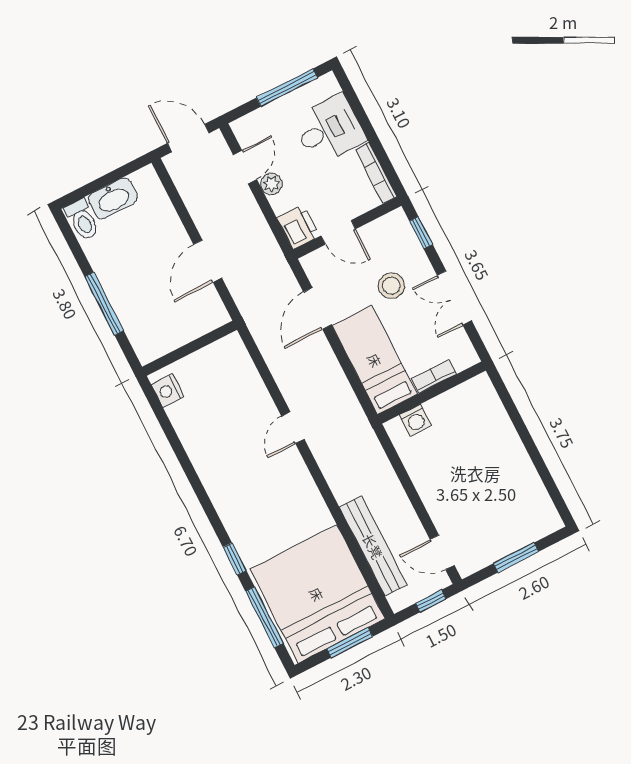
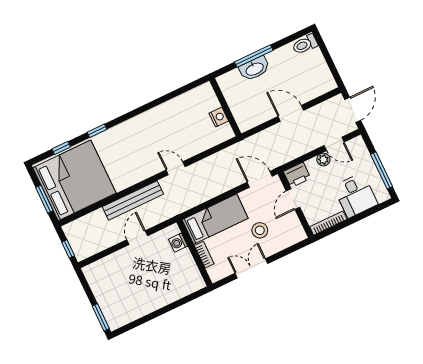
washbasin: (113, 198) -> (254, 69), moved, turned -90
window: (421, 233) -> (291, 249), removed
door: (208, 261) -> (291, 113), moved
door: (317, 308) -> (260, 179), moved
nightstand: (168, 391) -> (219, 117), moved, turned 90
bench: (373, 546) -> (133, 200), moved
door: (442, 552) -> (137, 238), moved
window: (516, 557) -> (101, 317), moved
window: (264, 617) -> (61, 148), width x0.46

